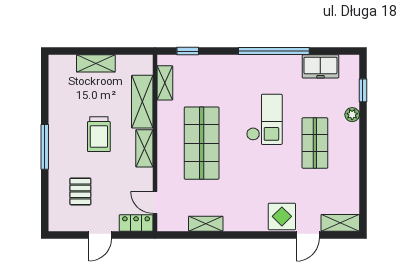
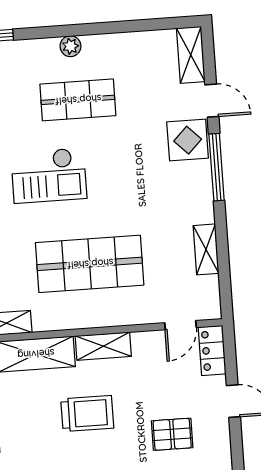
plant: (352, 115) -> (70, 46), moved
checkout: (264, 119) -> (49, 175), turned 180
window: (262, 235) -> (217, 167), added

